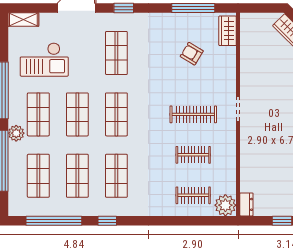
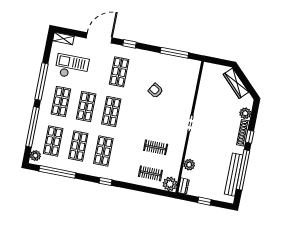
wardrobe: (228, 31) -> (194, 72), removed
armchair: (192, 54) -> (156, 91), moved
checkout: (44, 59) -> (72, 67), turned 180
clothes rail: (193, 114) -> (161, 121), removed
plant: (16, 133) -> (35, 156), moved
plant: (248, 171) -> (189, 165), added
window: (107, 221) -> (105, 181), moved

